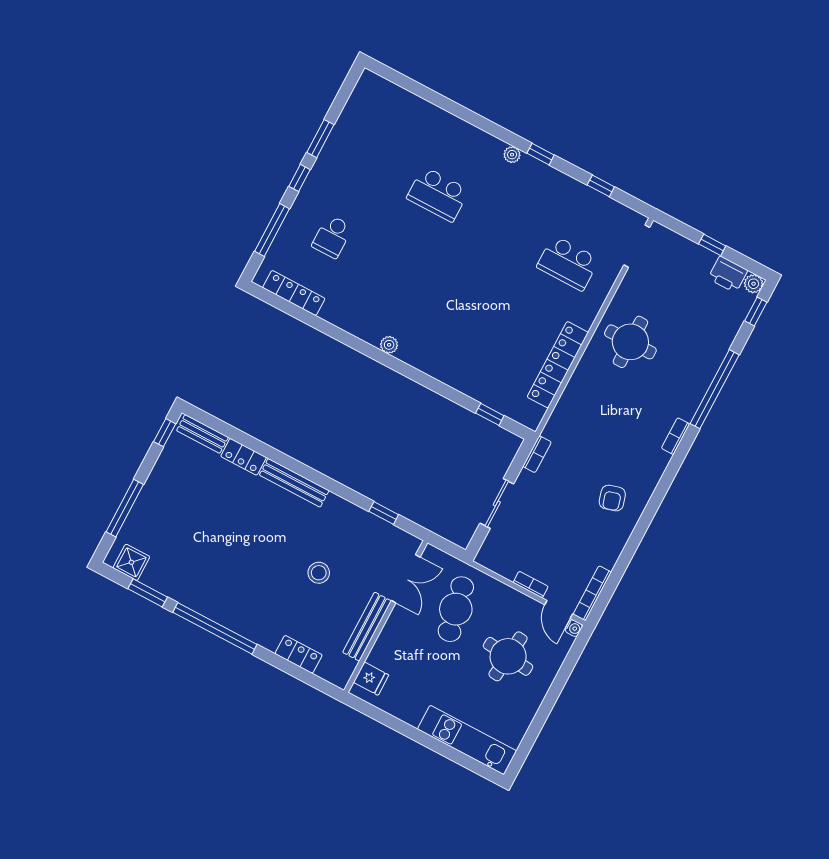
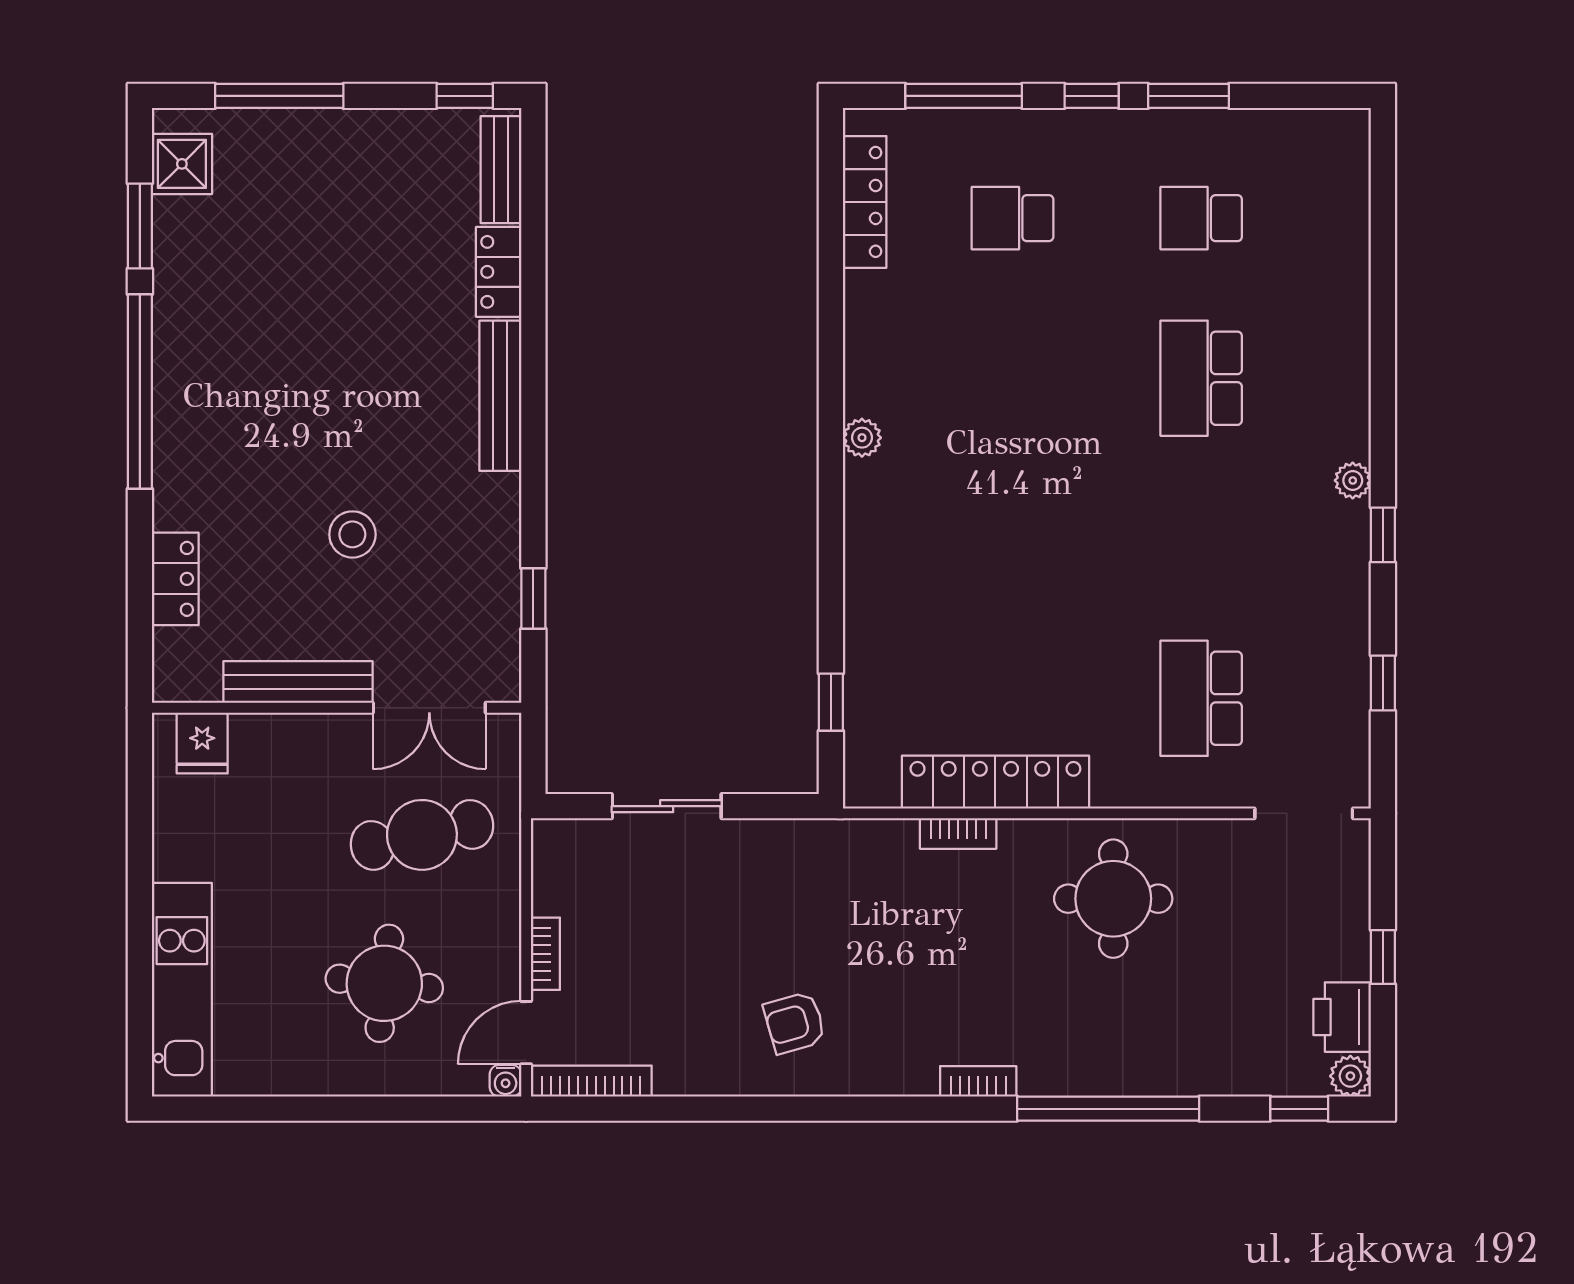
school desk: (373, 160) -> (1201, 218), added
bookcase: (537, 454) -> (958, 833), moved

